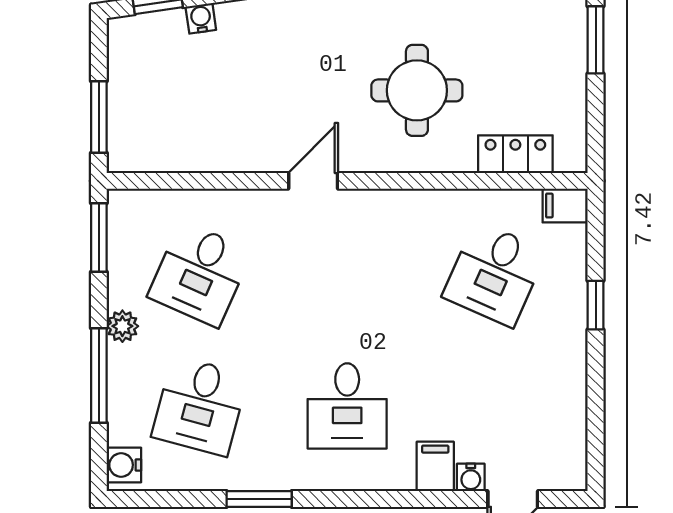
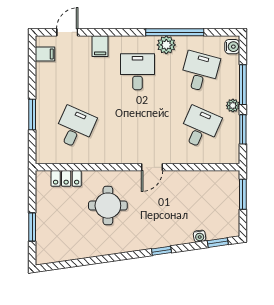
filing cabinet: (565, 206) -> (45, 54), moved
window: (99, 237) -> (243, 129), moved
window: (596, 305) -> (32, 114), width x1.50
plant: (279, 469) -> (166, 45), added
water cooler: (471, 477) -> (85, 41), removed
window: (259, 499) -> (175, 32), width x2.11

